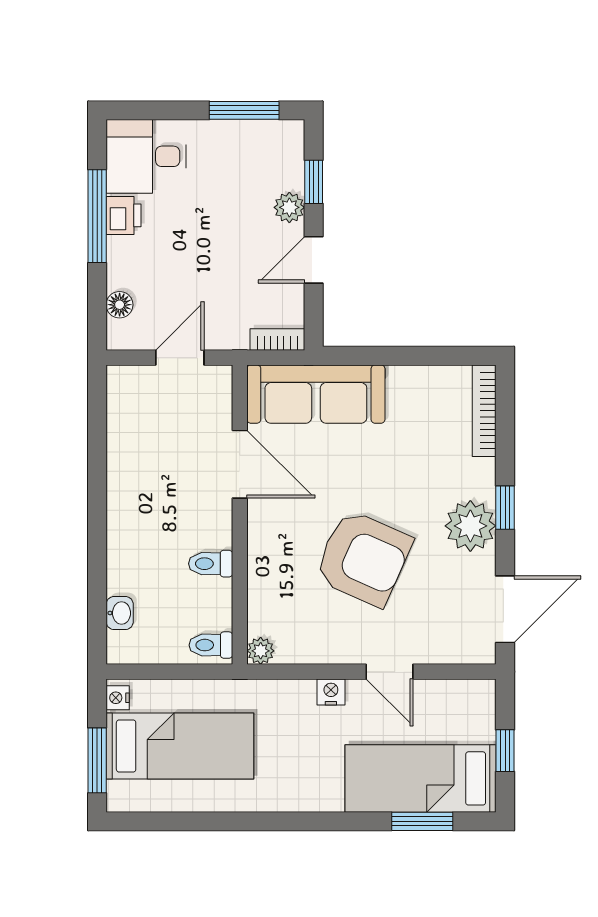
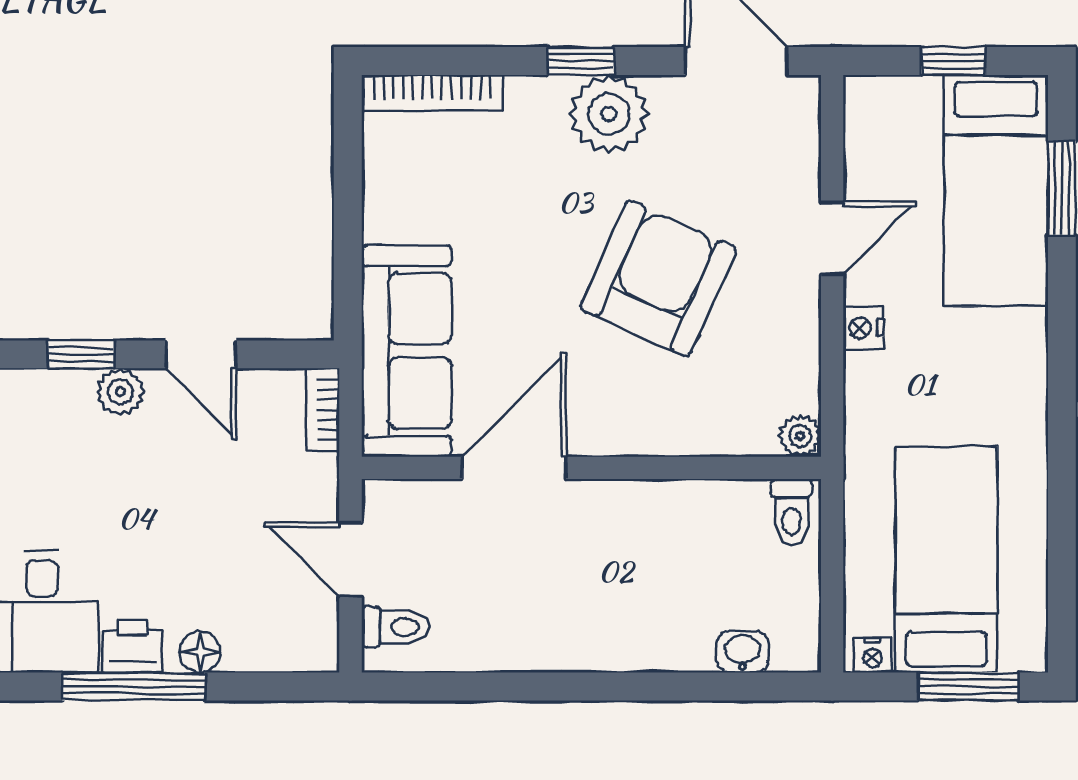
floor lamp: (120, 305) -> (200, 652), moved
toilet: (211, 564) -> (395, 627), moved, turned -90

